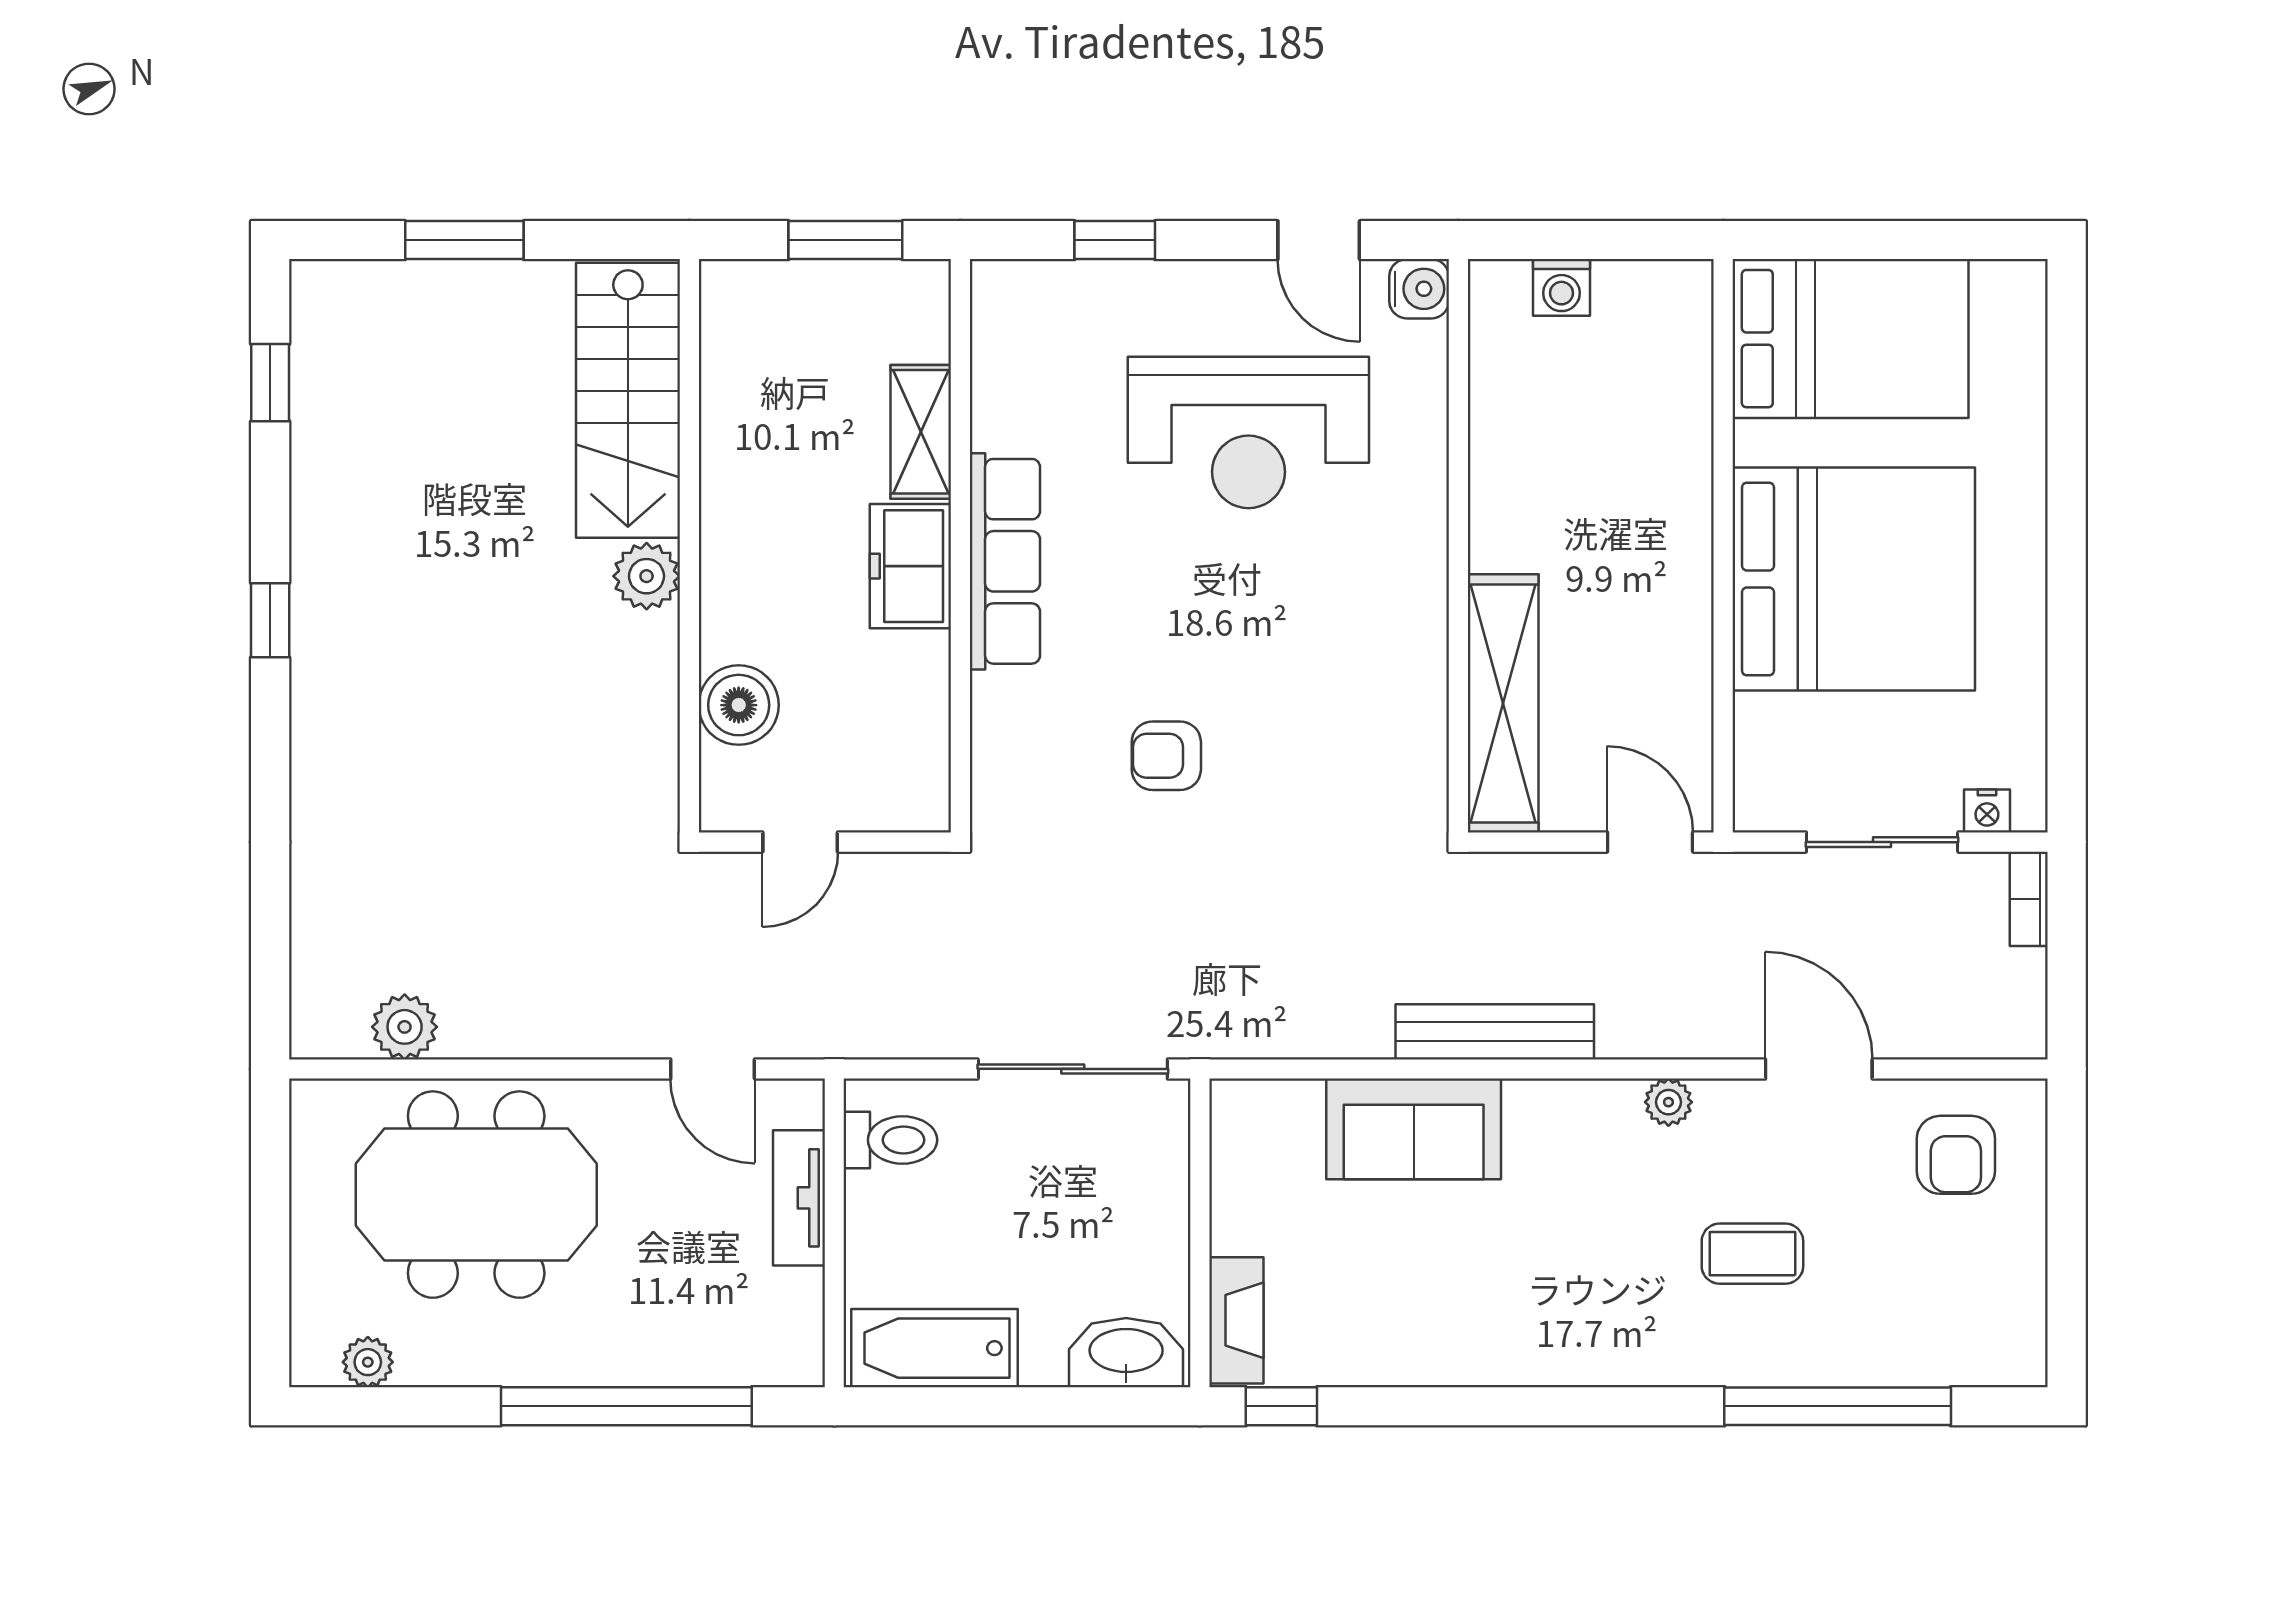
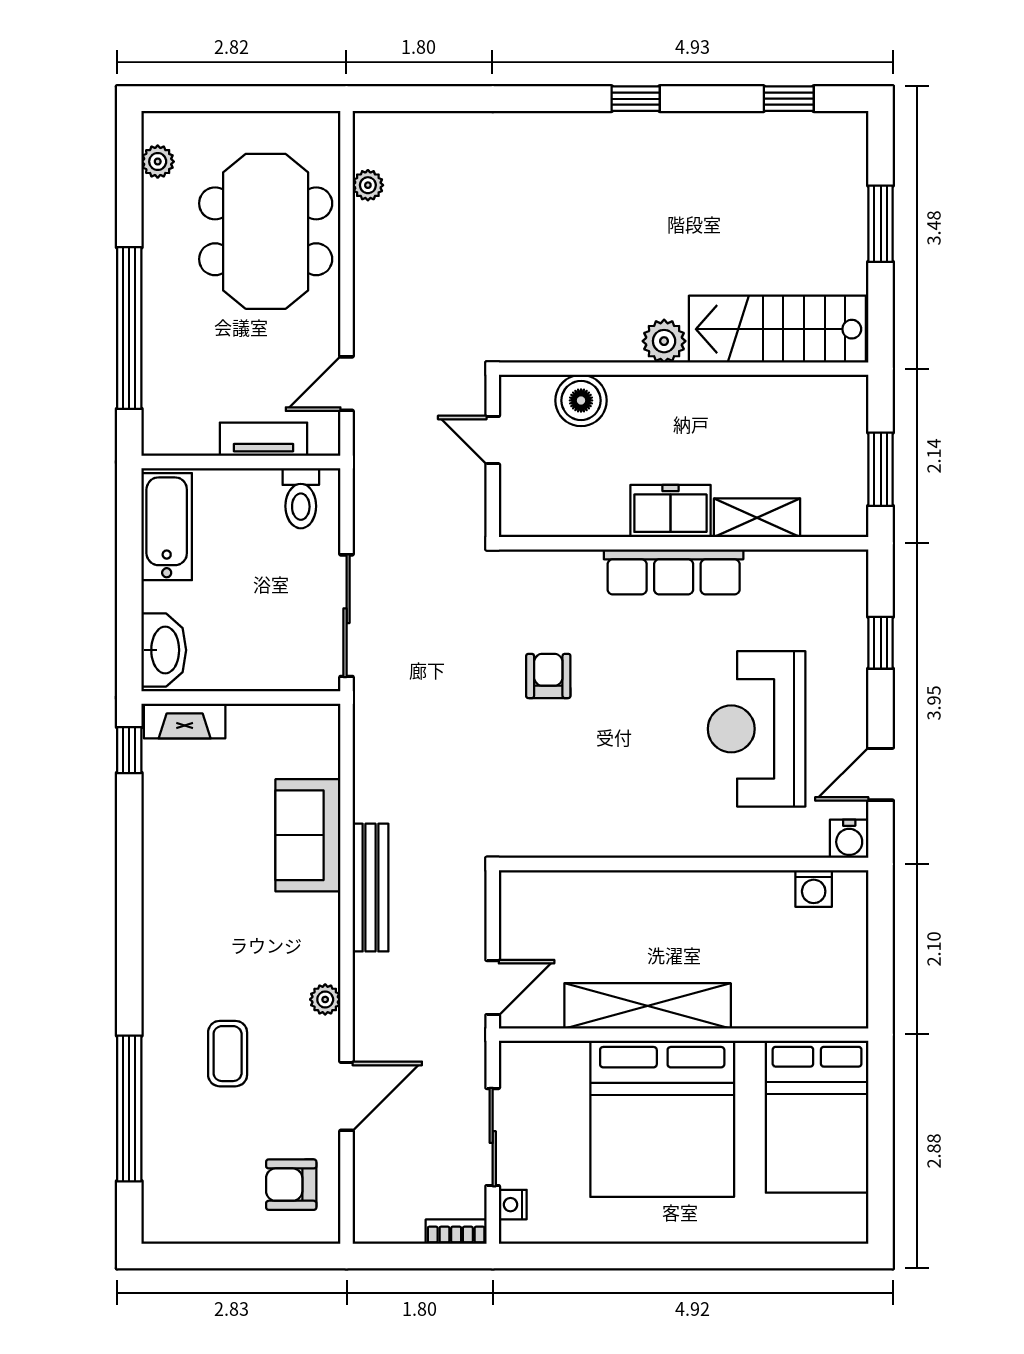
washing machine: (1561, 287) -> (814, 888), moved, turned -90
shelving: (1503, 703) -> (648, 1006), moved
plant: (405, 1027) -> (368, 185), width x0.73, depth x0.73

